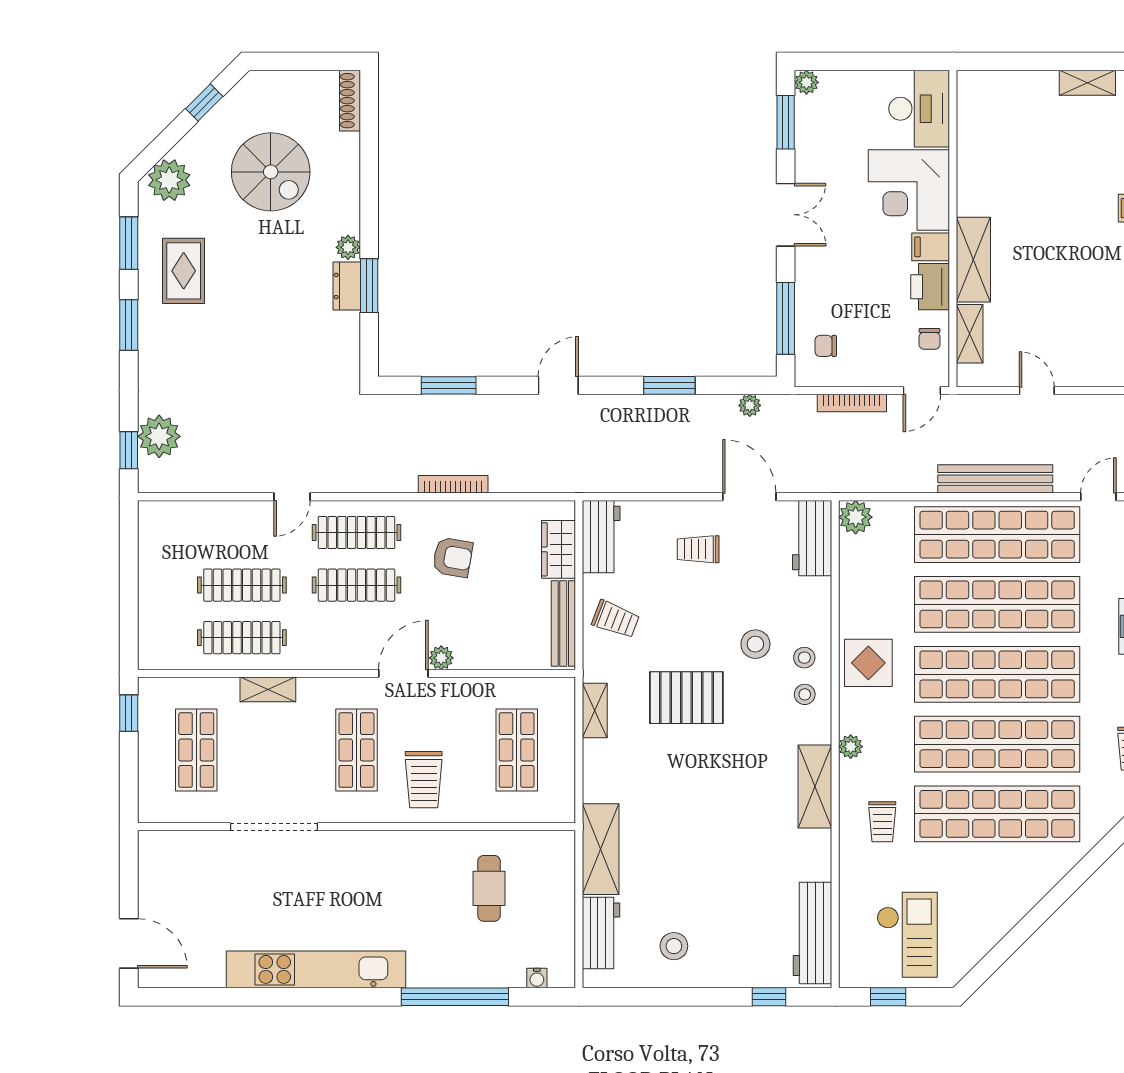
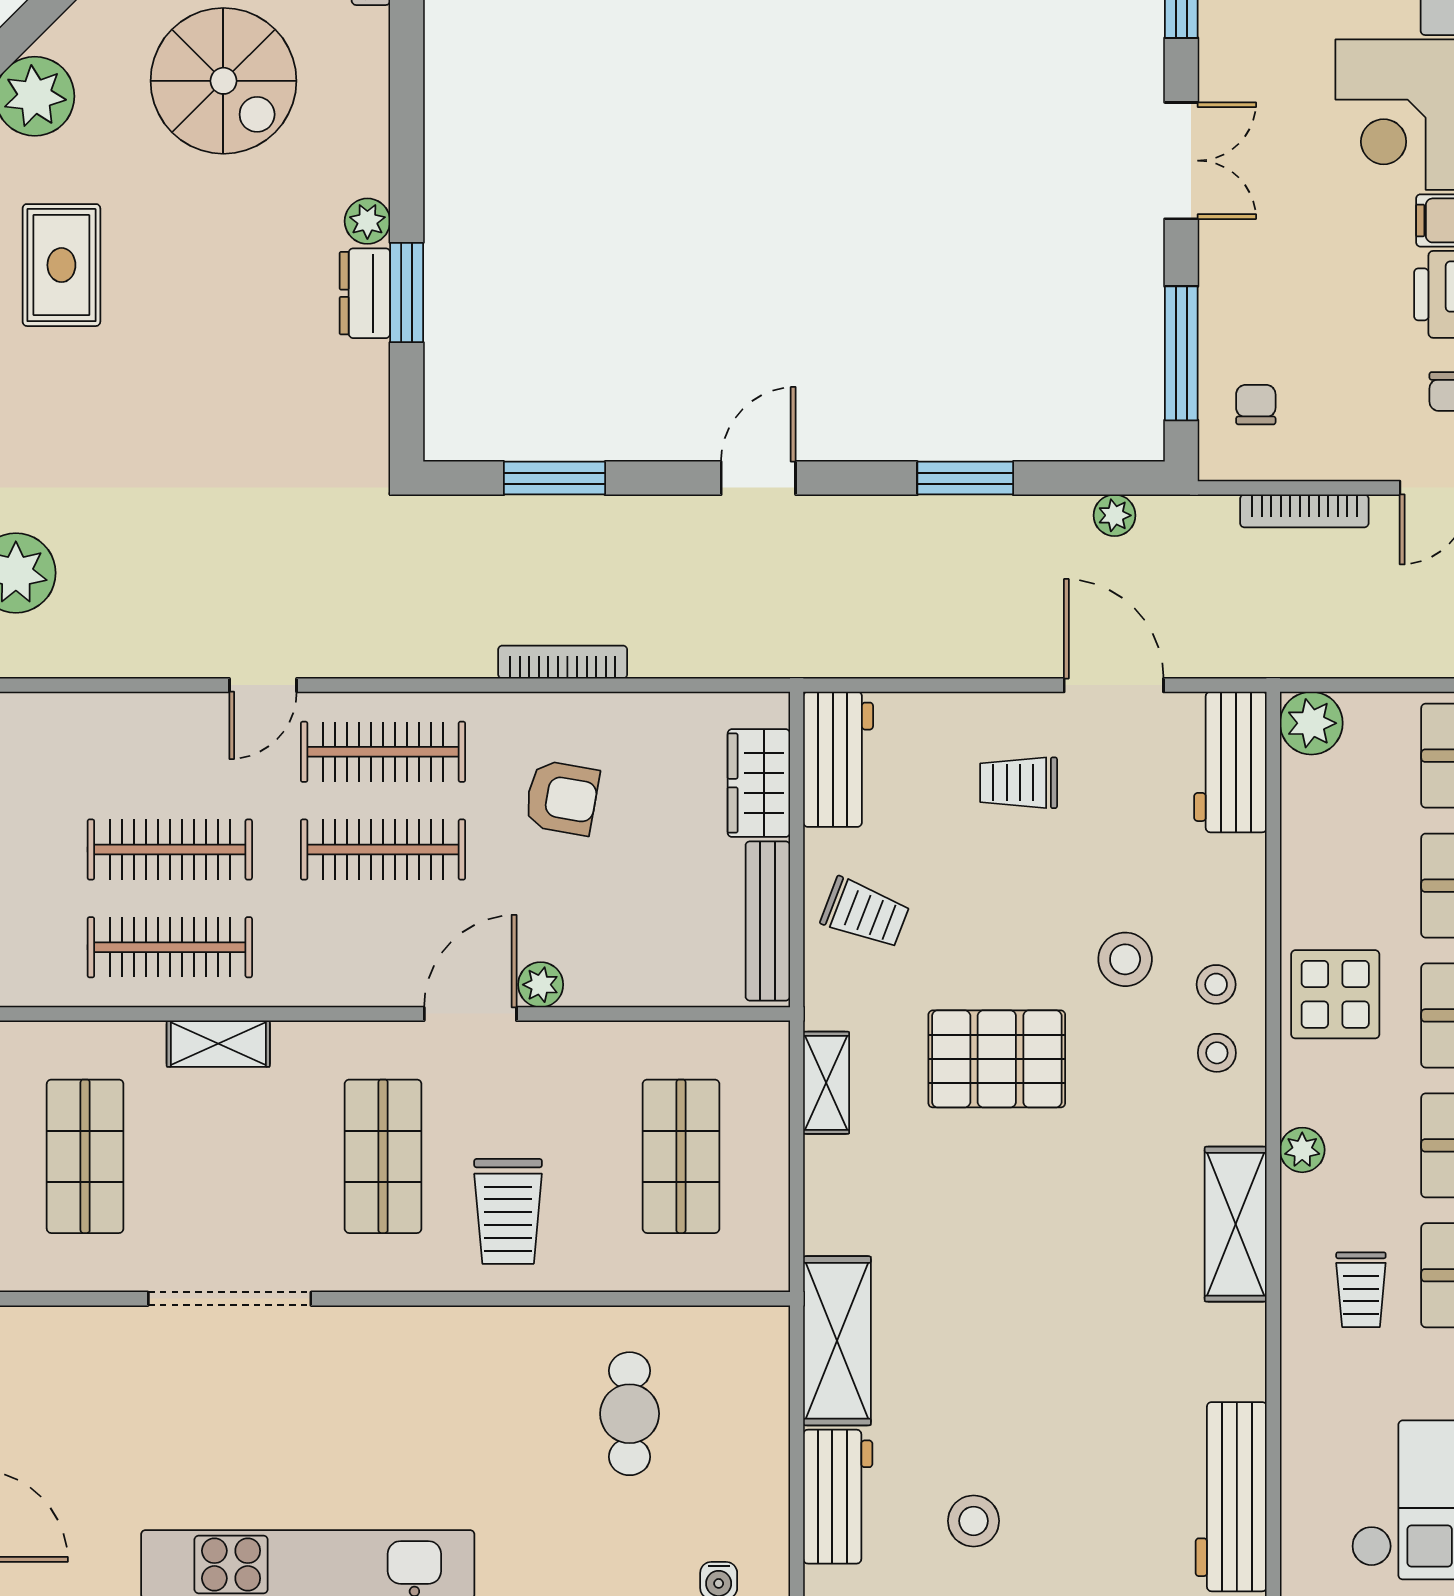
chair: (826, 346) -> (1256, 405), turned 90

